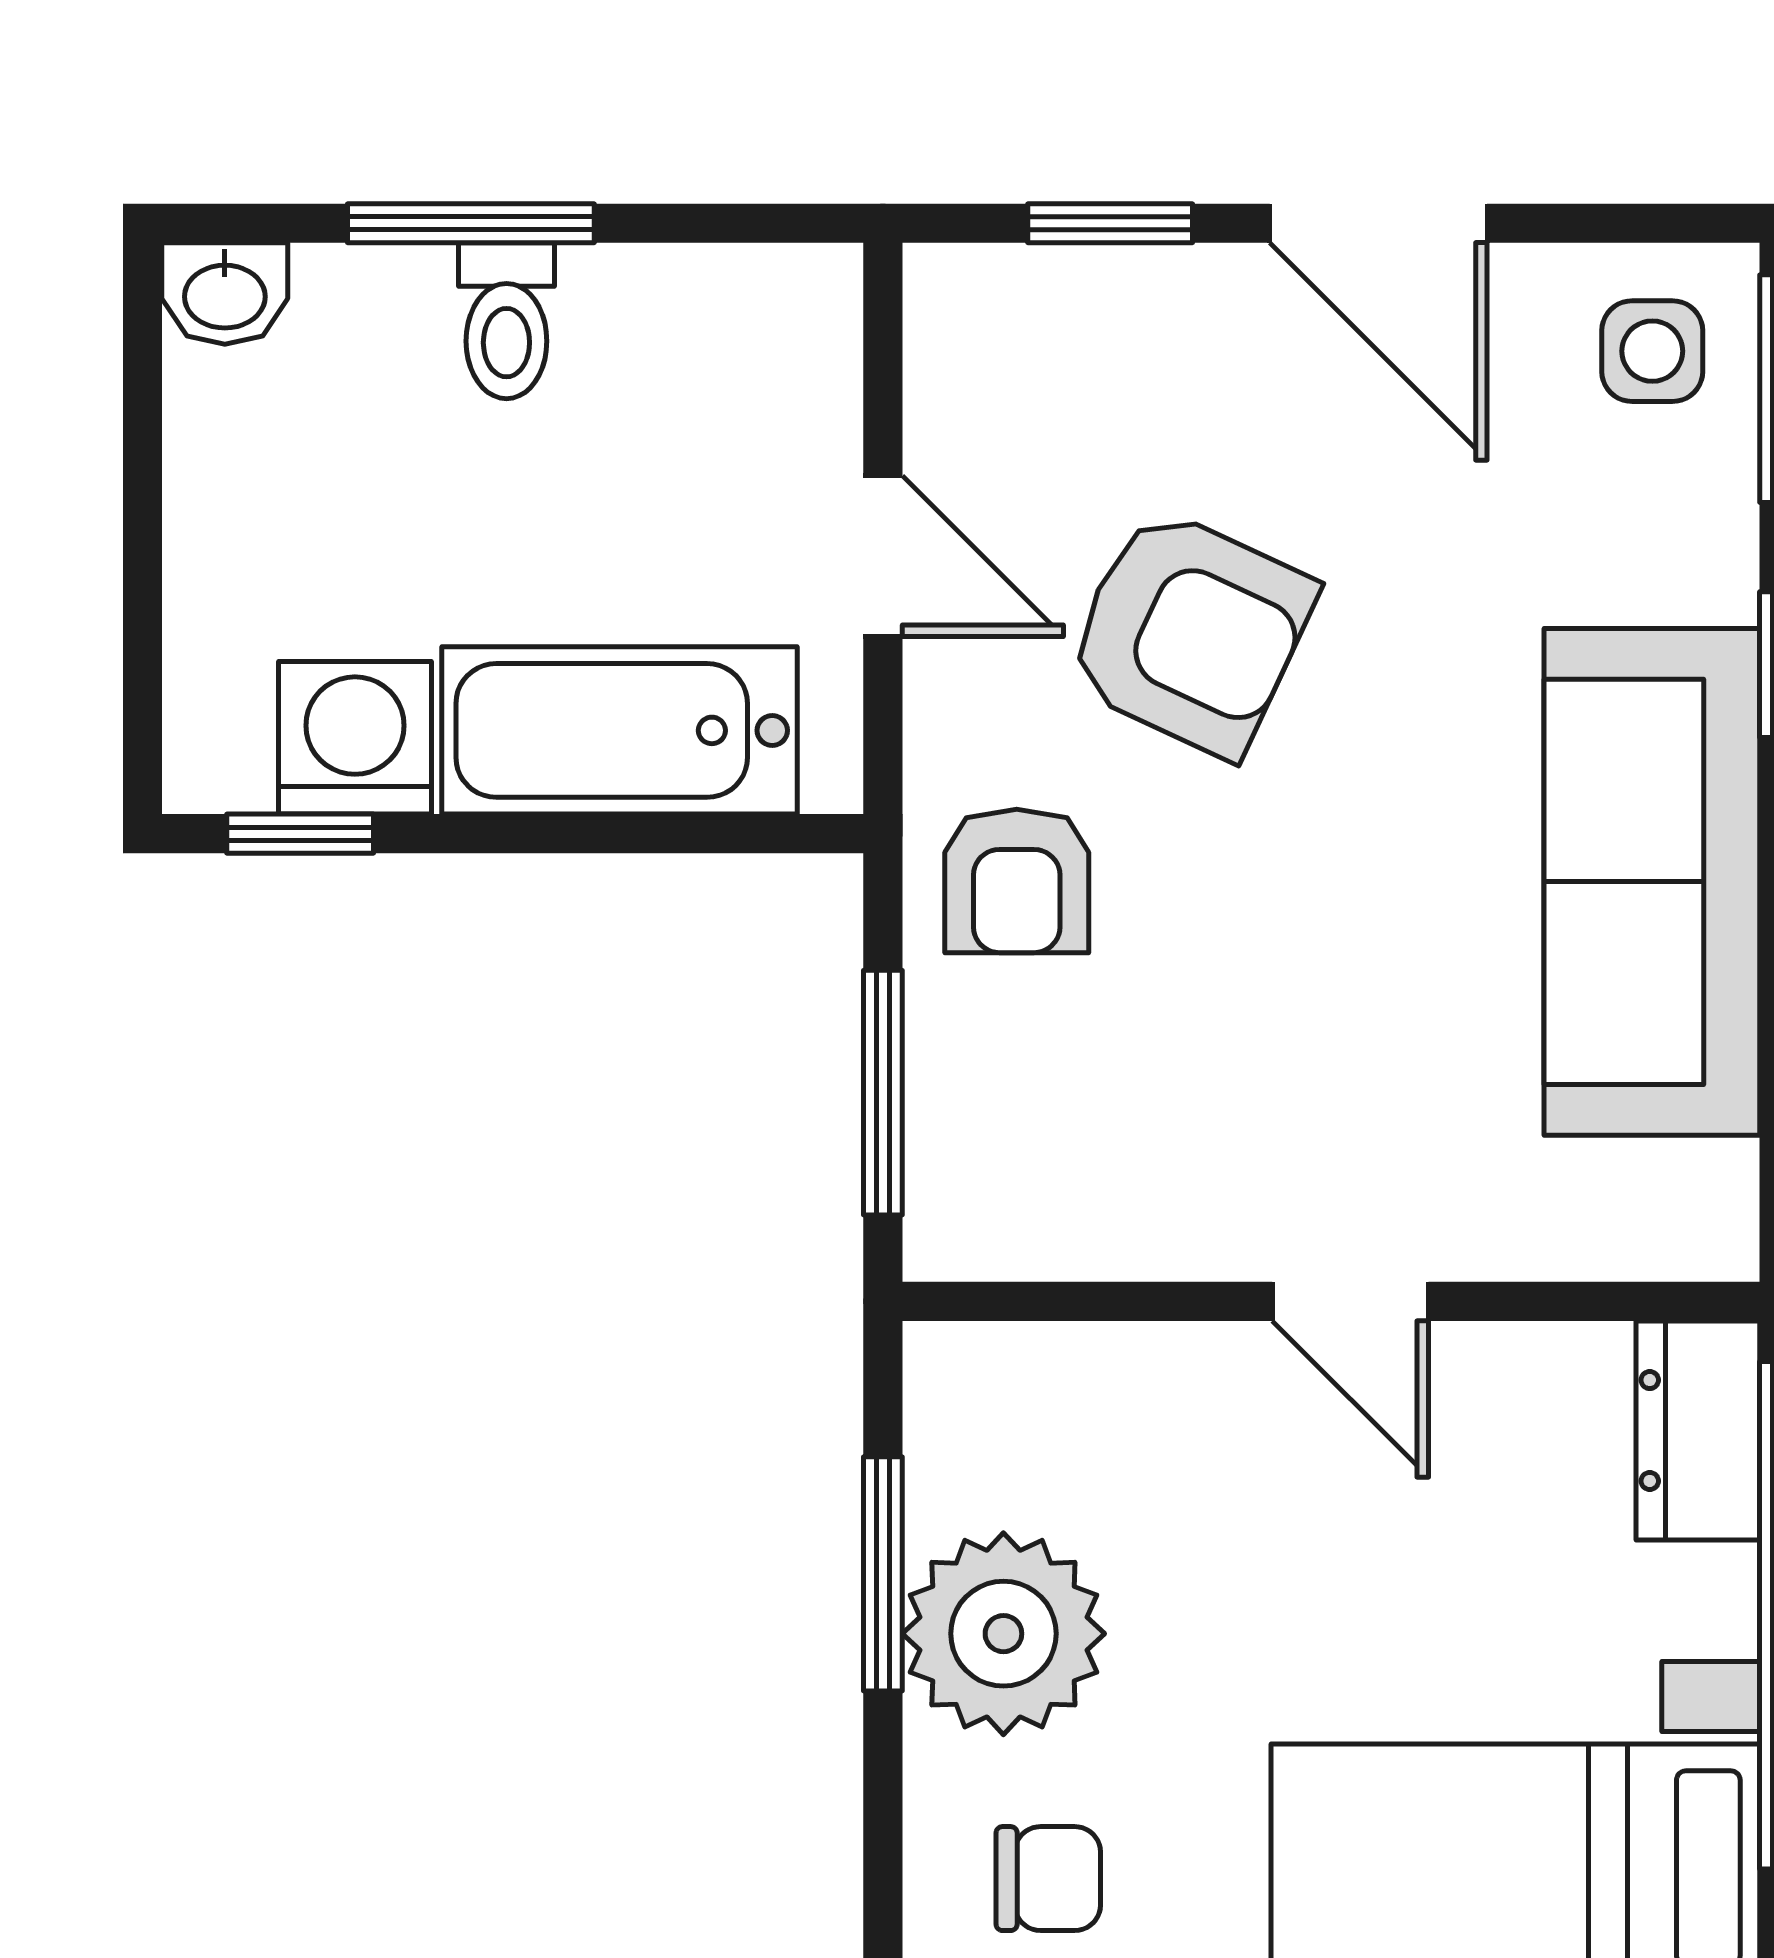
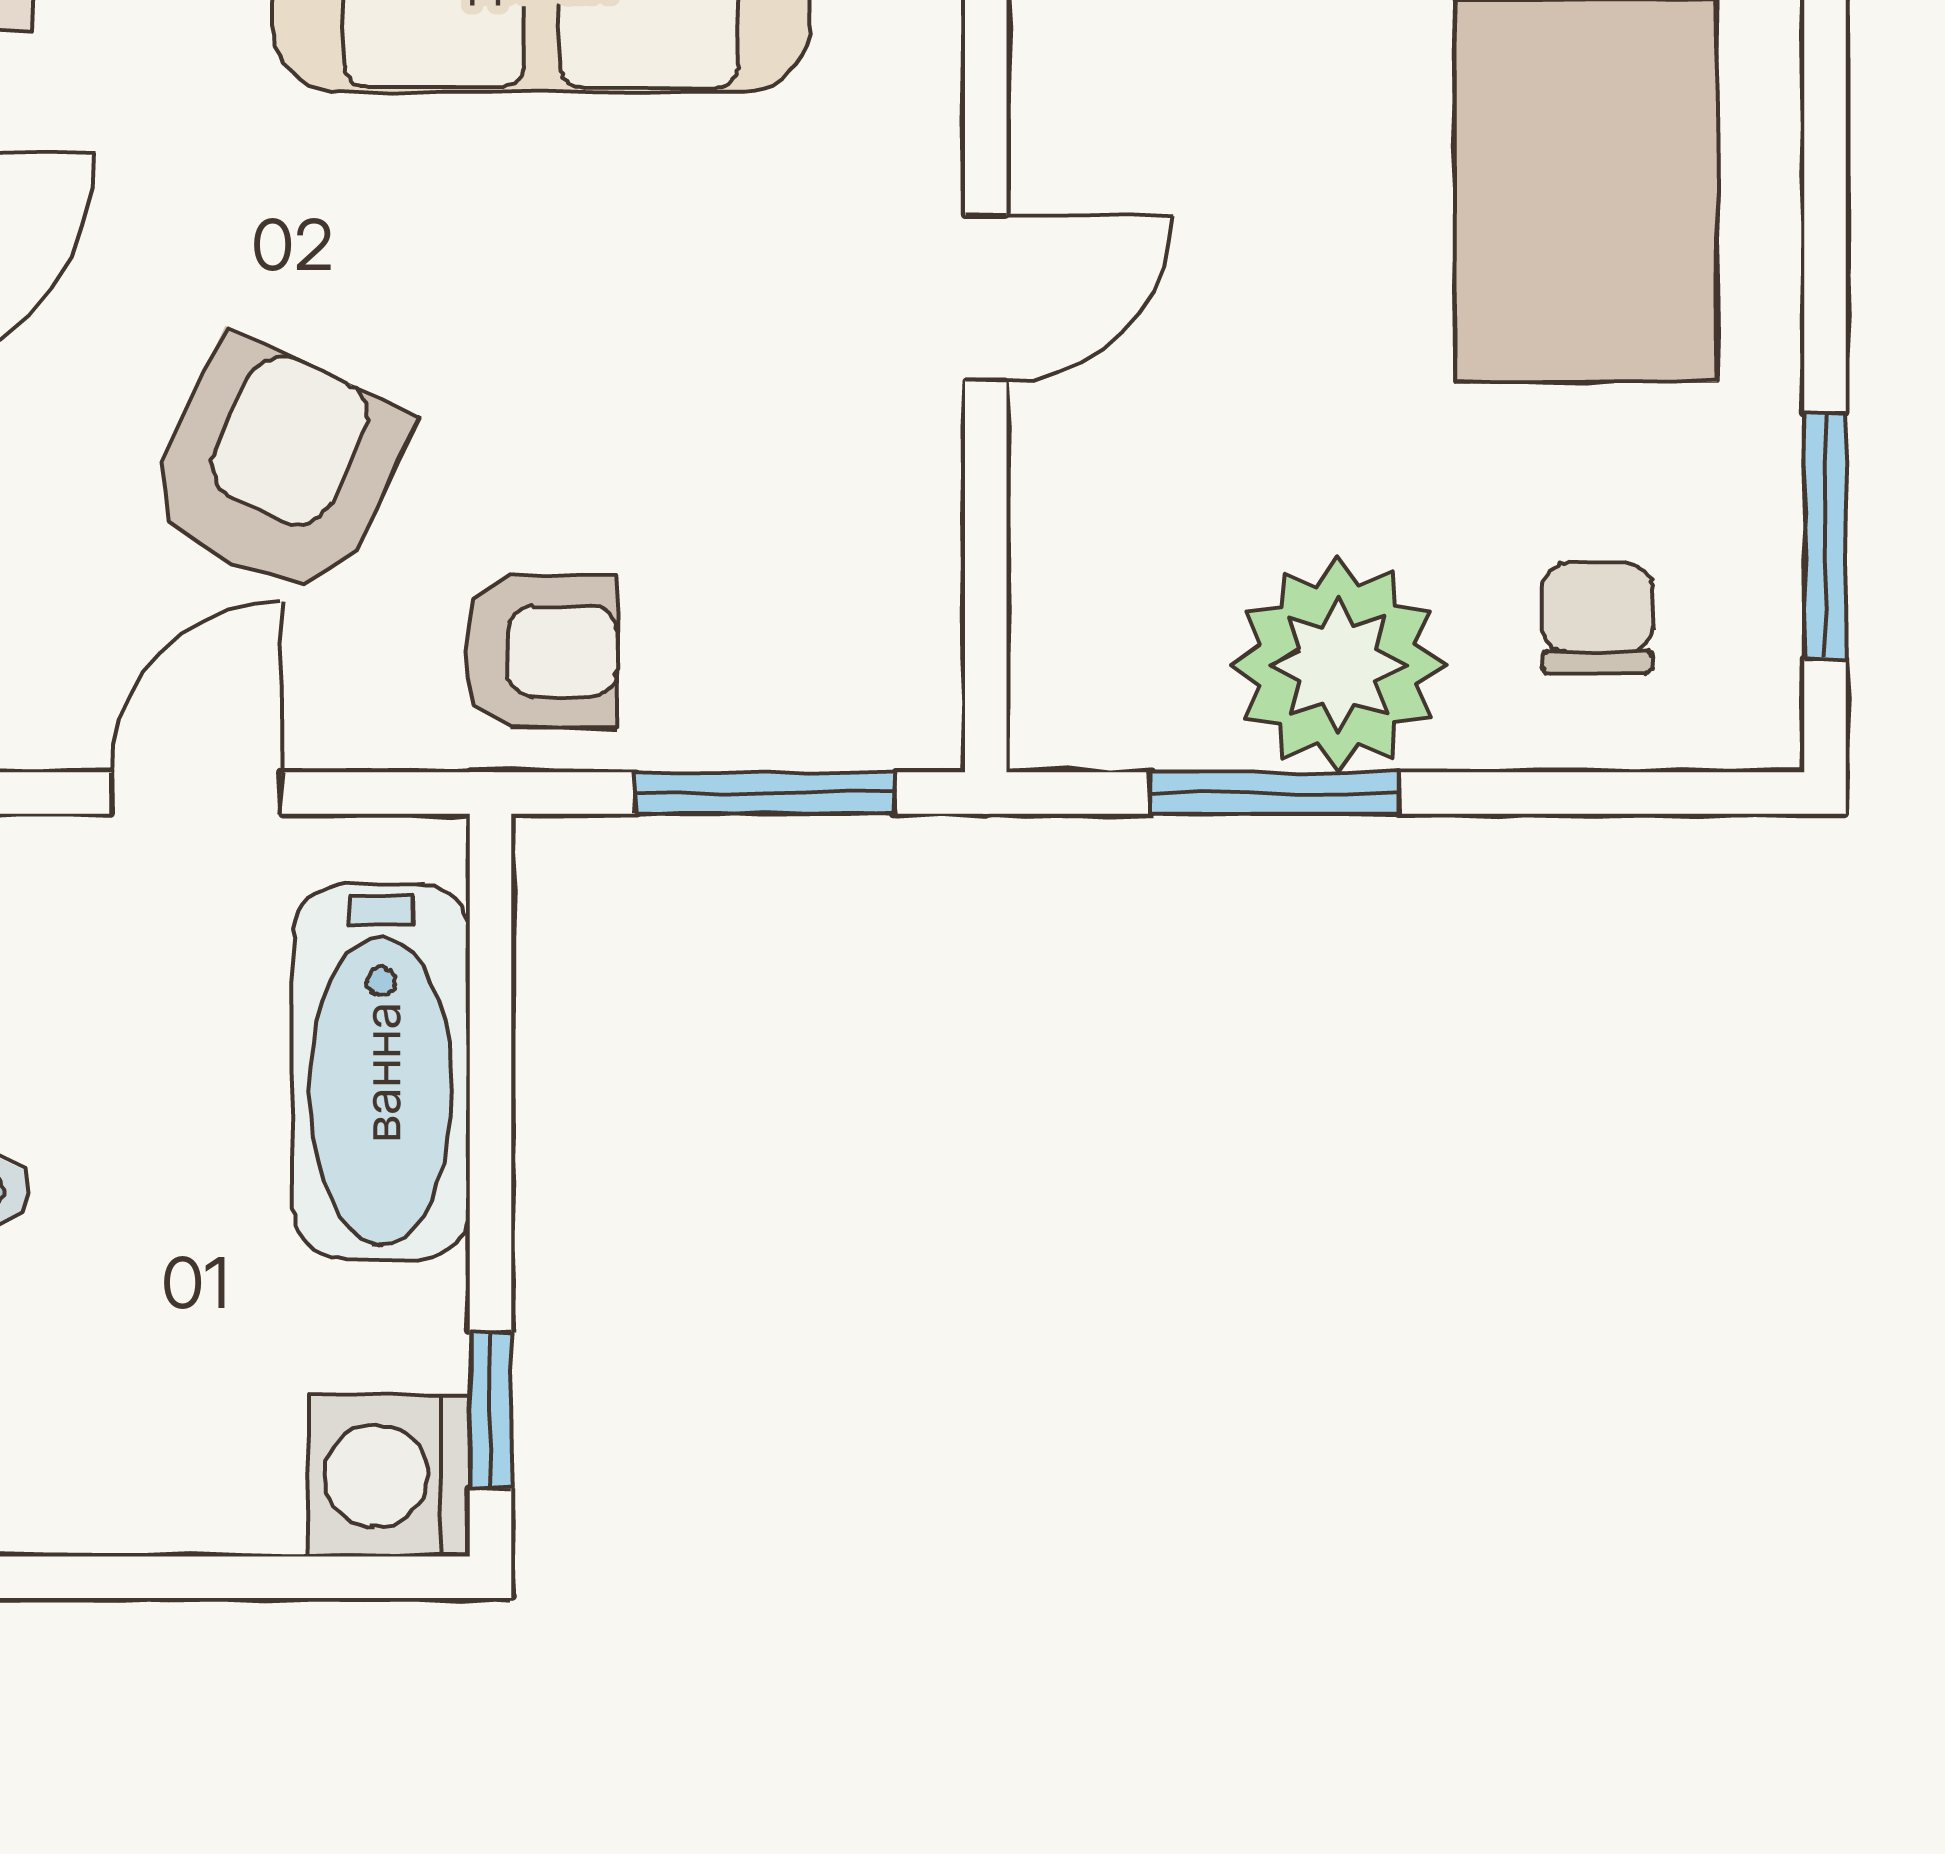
washing machine: (355, 738) -> (389, 1476), moved

